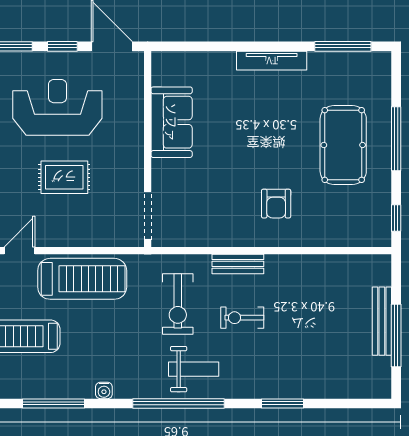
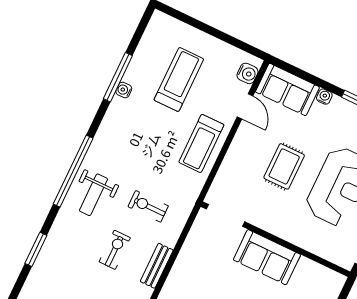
sofa: (172, 122) -> (267, 257), moved
treadmill: (82, 279) -> (201, 143), width x0.73, depth x0.73
exercise bike: (178, 304) -> (148, 206), width x0.73, depth x0.72
water cooler: (104, 390) -> (124, 90), moved

